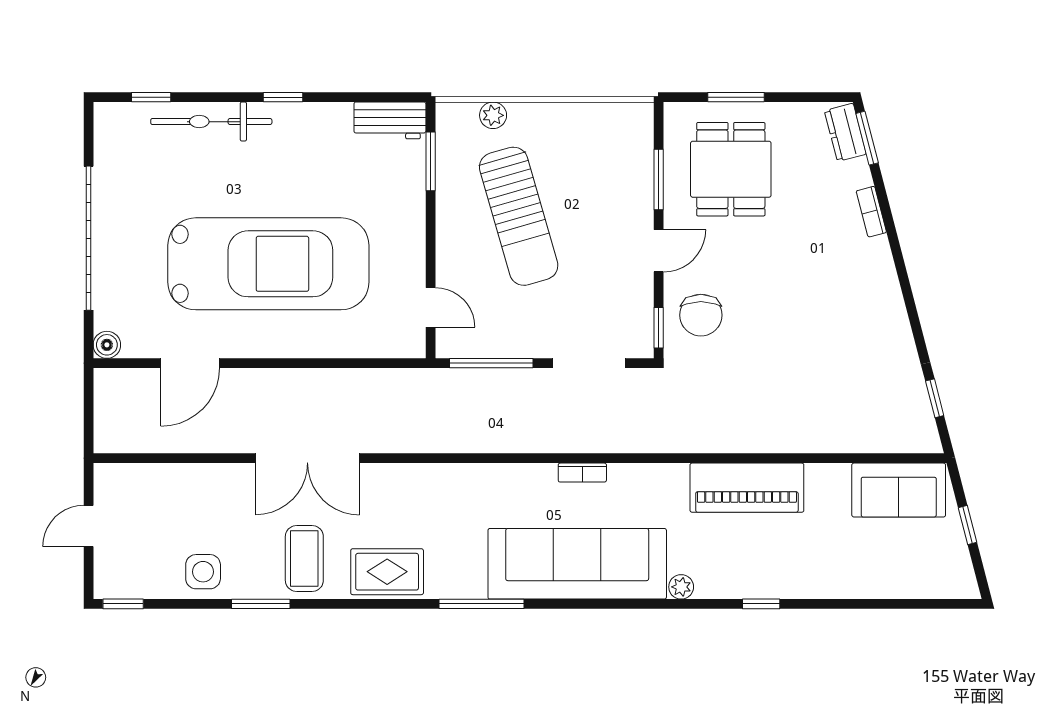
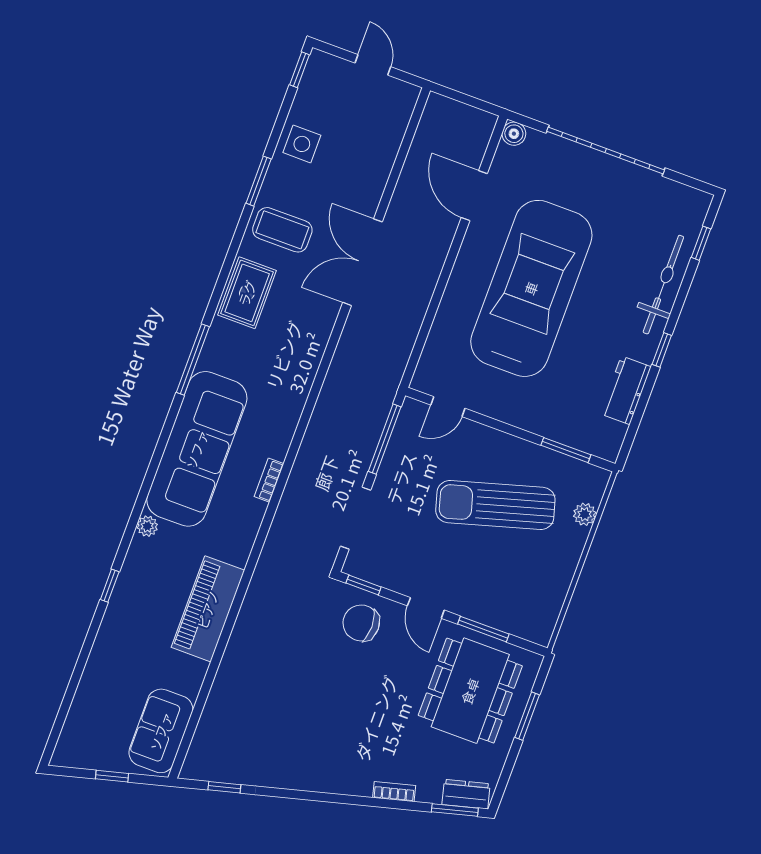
workbench: (390, 120) -> (626, 390), moved
dining table: (731, 169) -> (470, 691), width x1.38
car: (268, 264) -> (531, 288), turned 180

